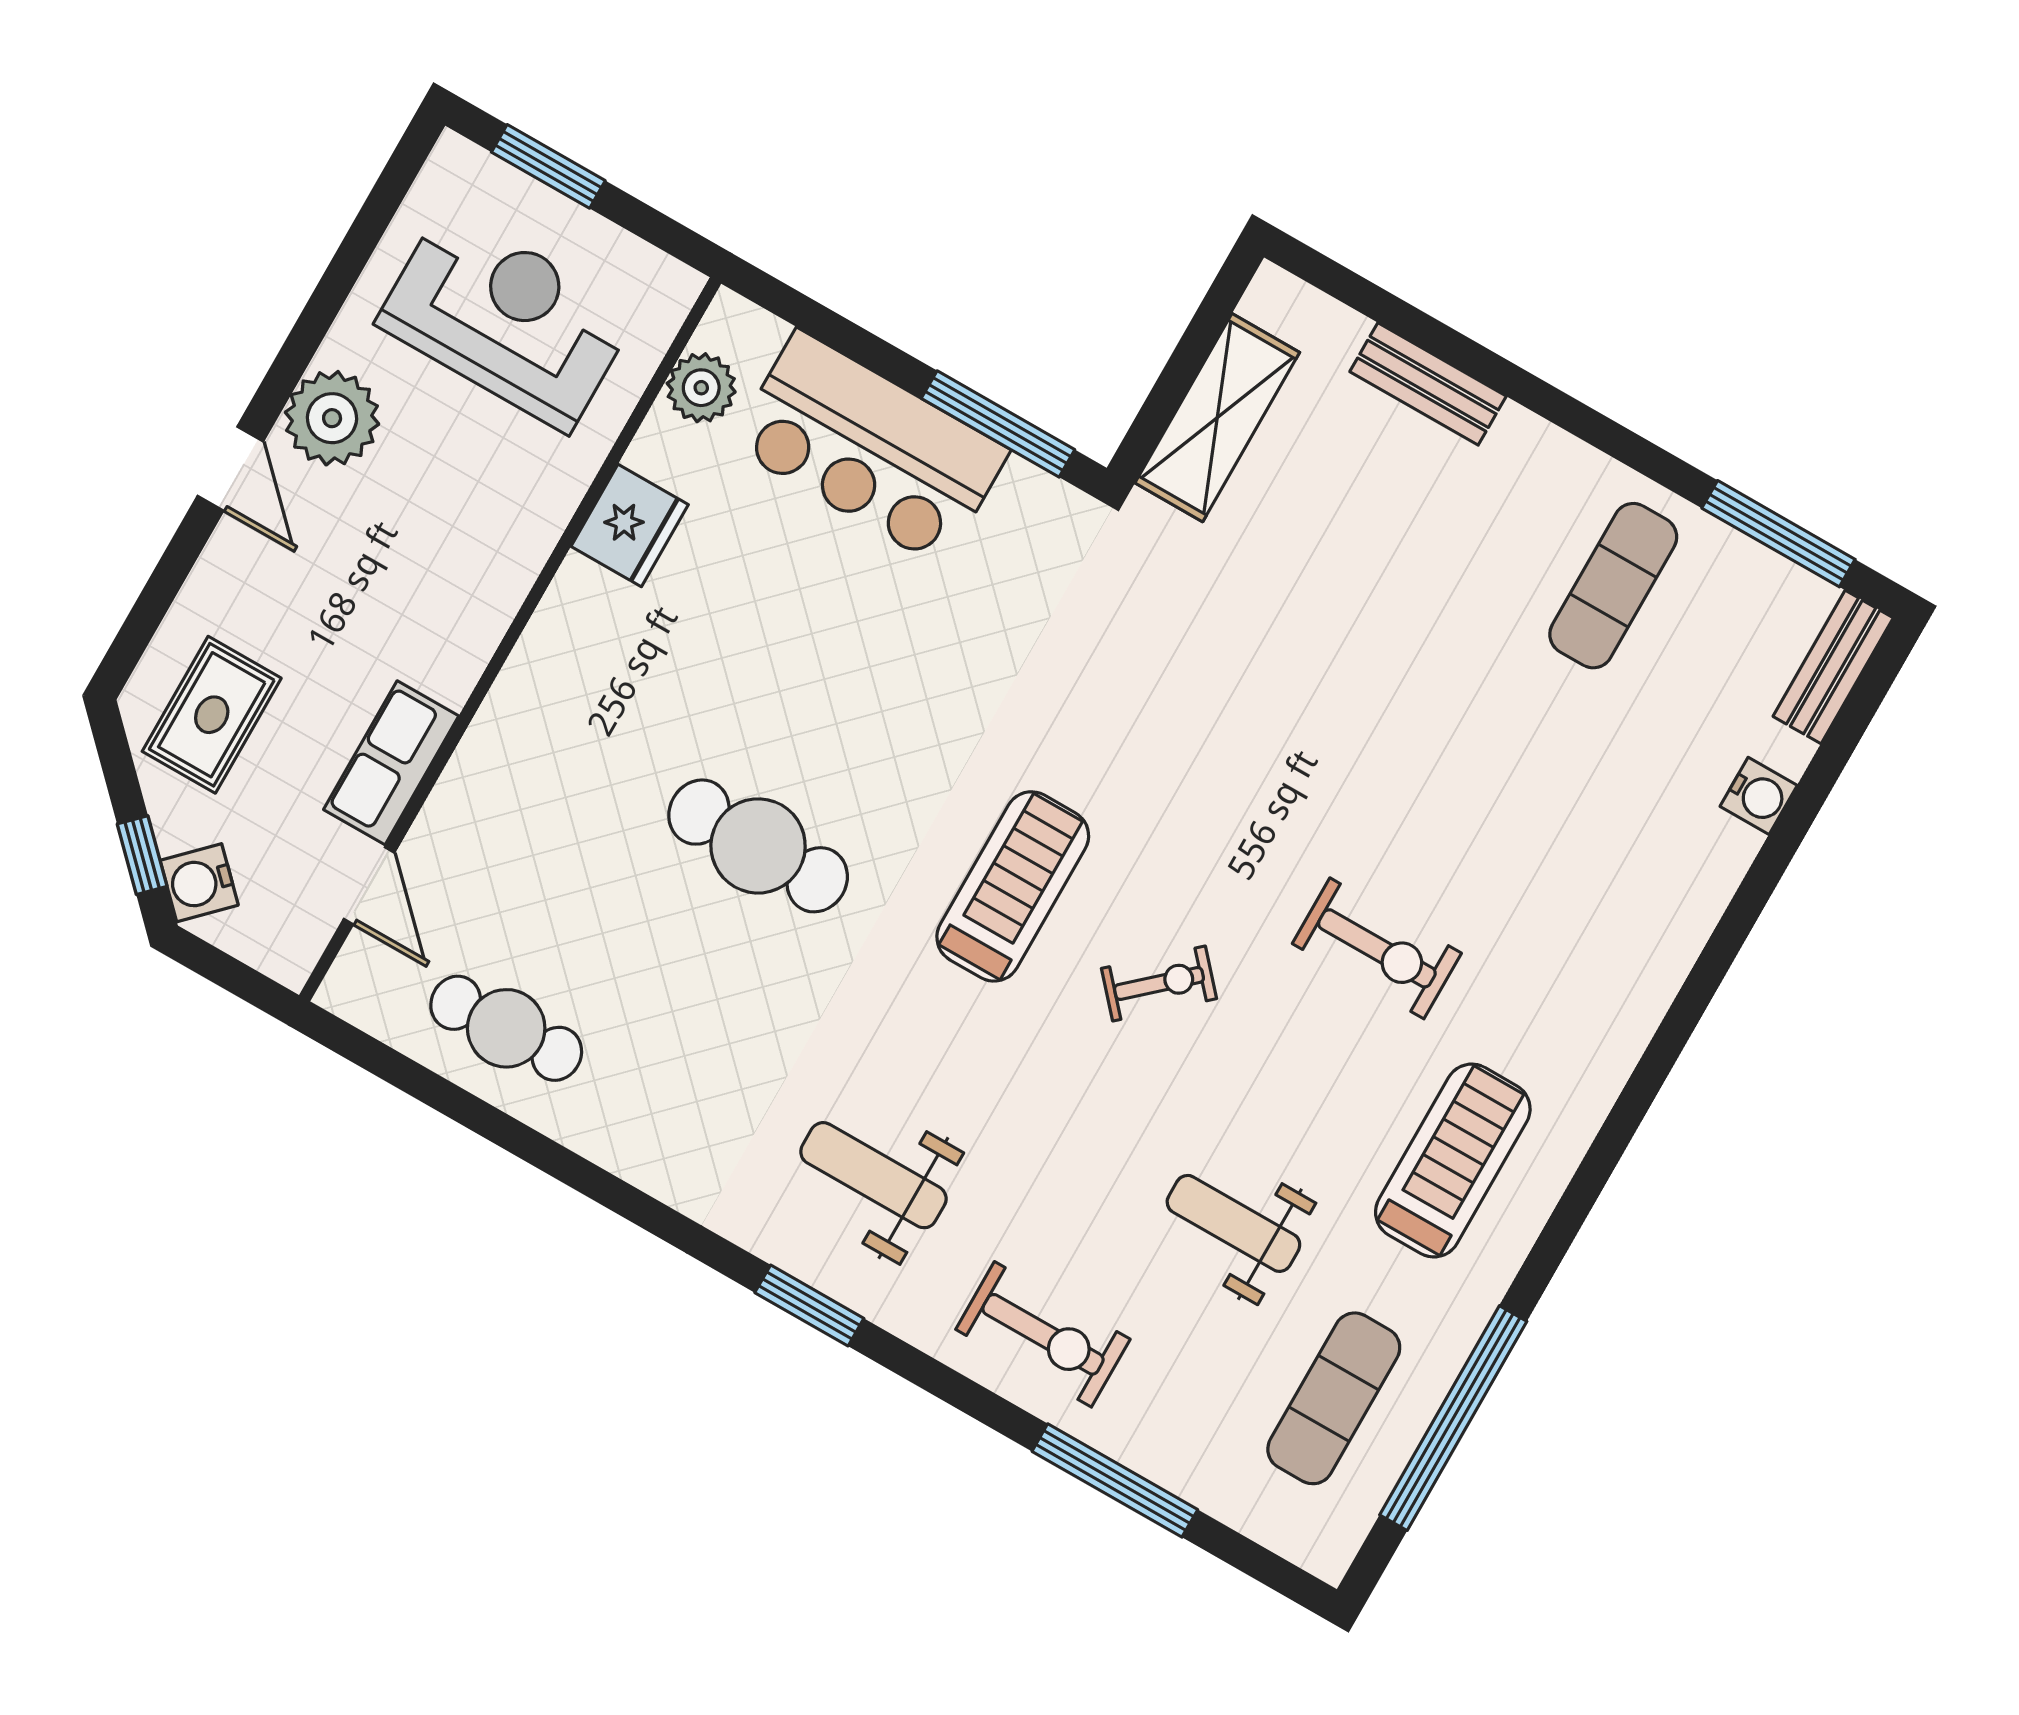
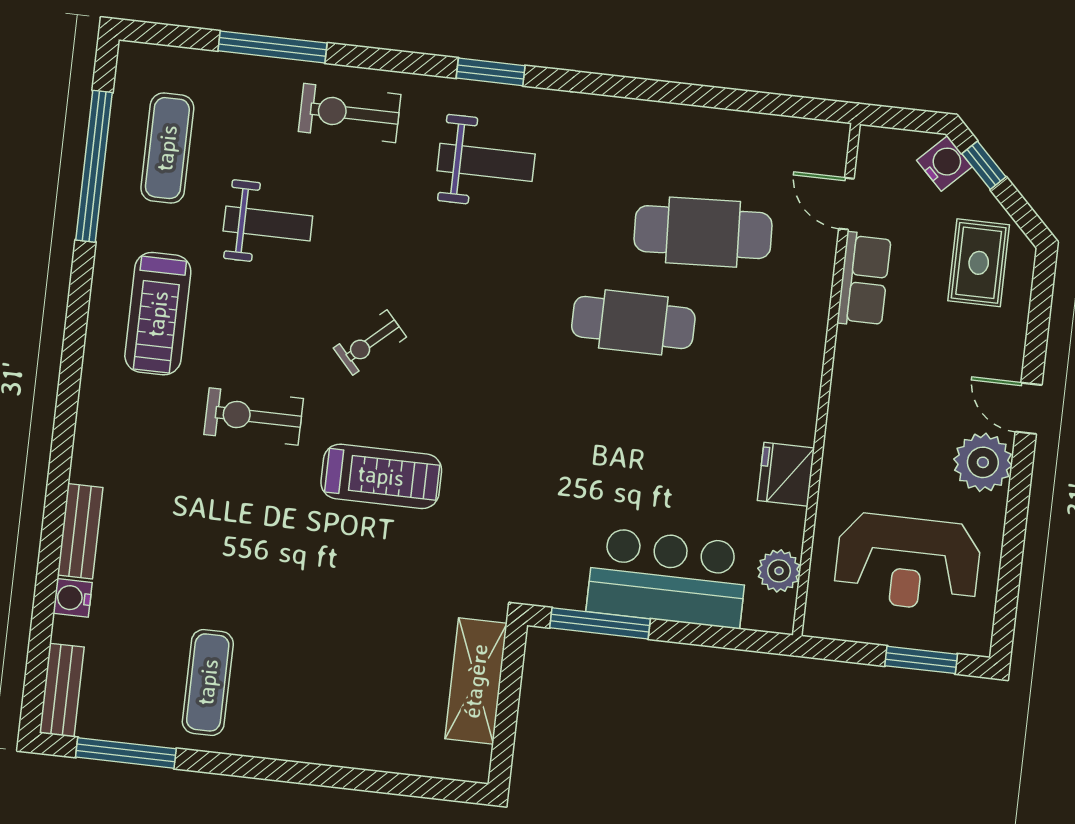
bench: (1428, 384) -> (80, 531), moved, turned 90
treadmill: (1013, 886) -> (381, 476), moved, turned -90
cafe table: (506, 1028) -> (703, 232), moved, width x1.37, depth x1.35

